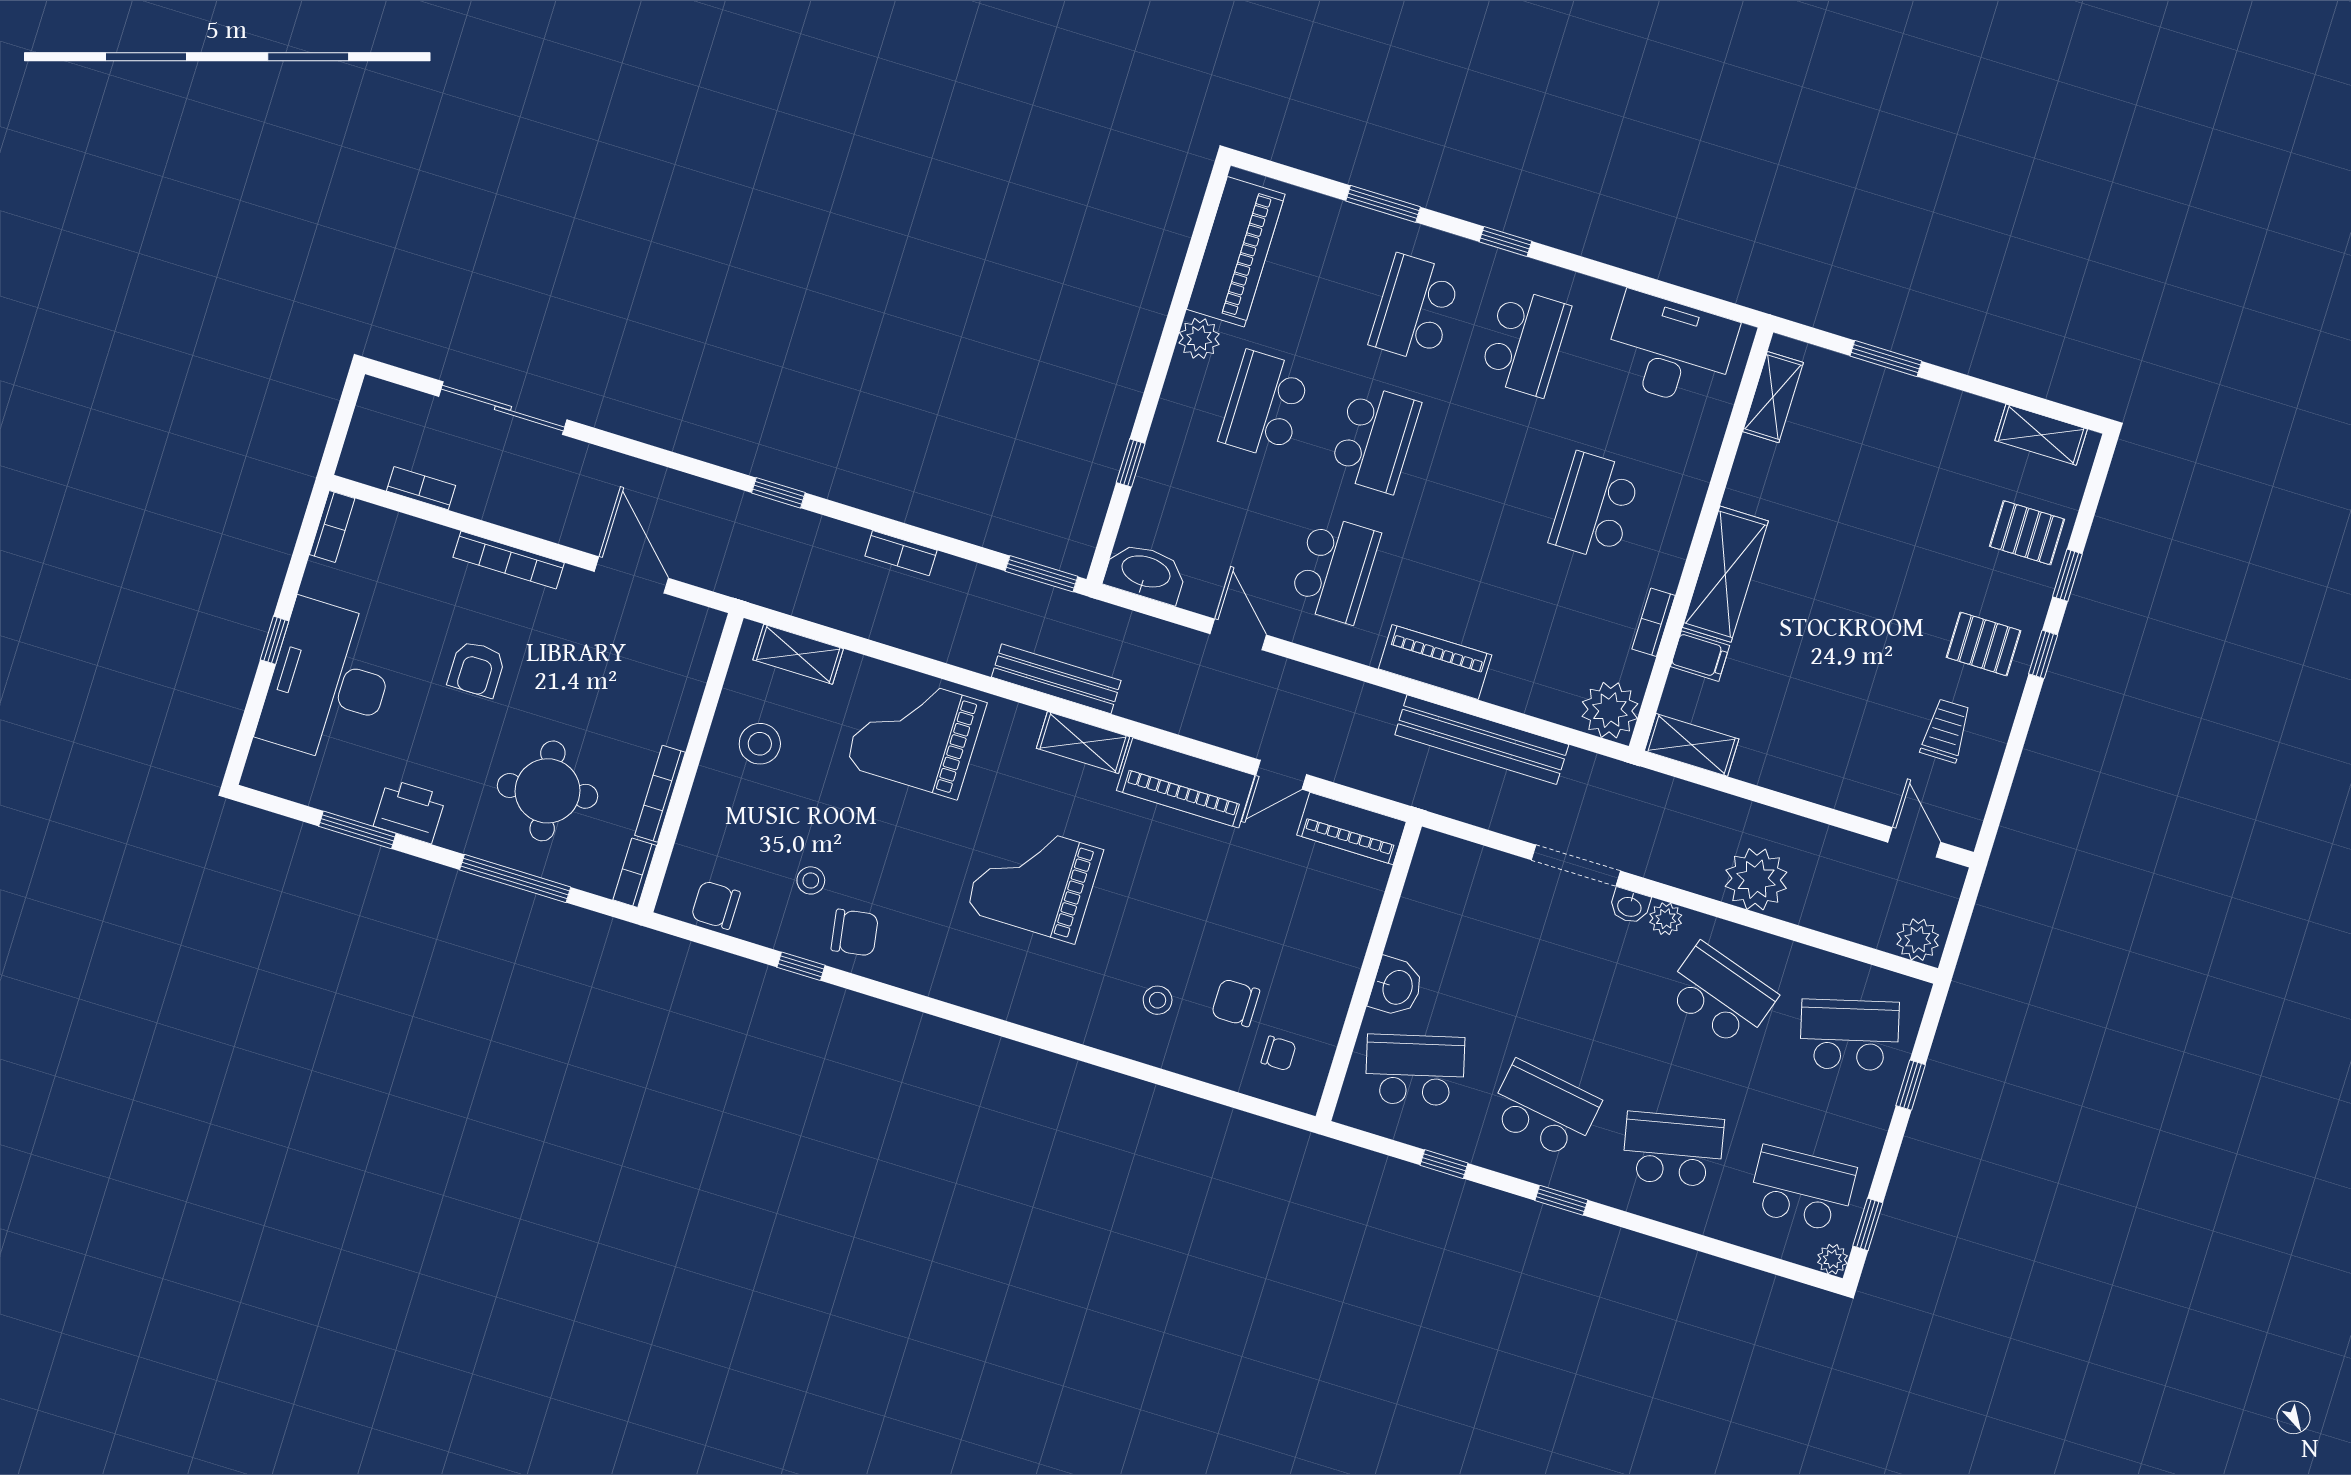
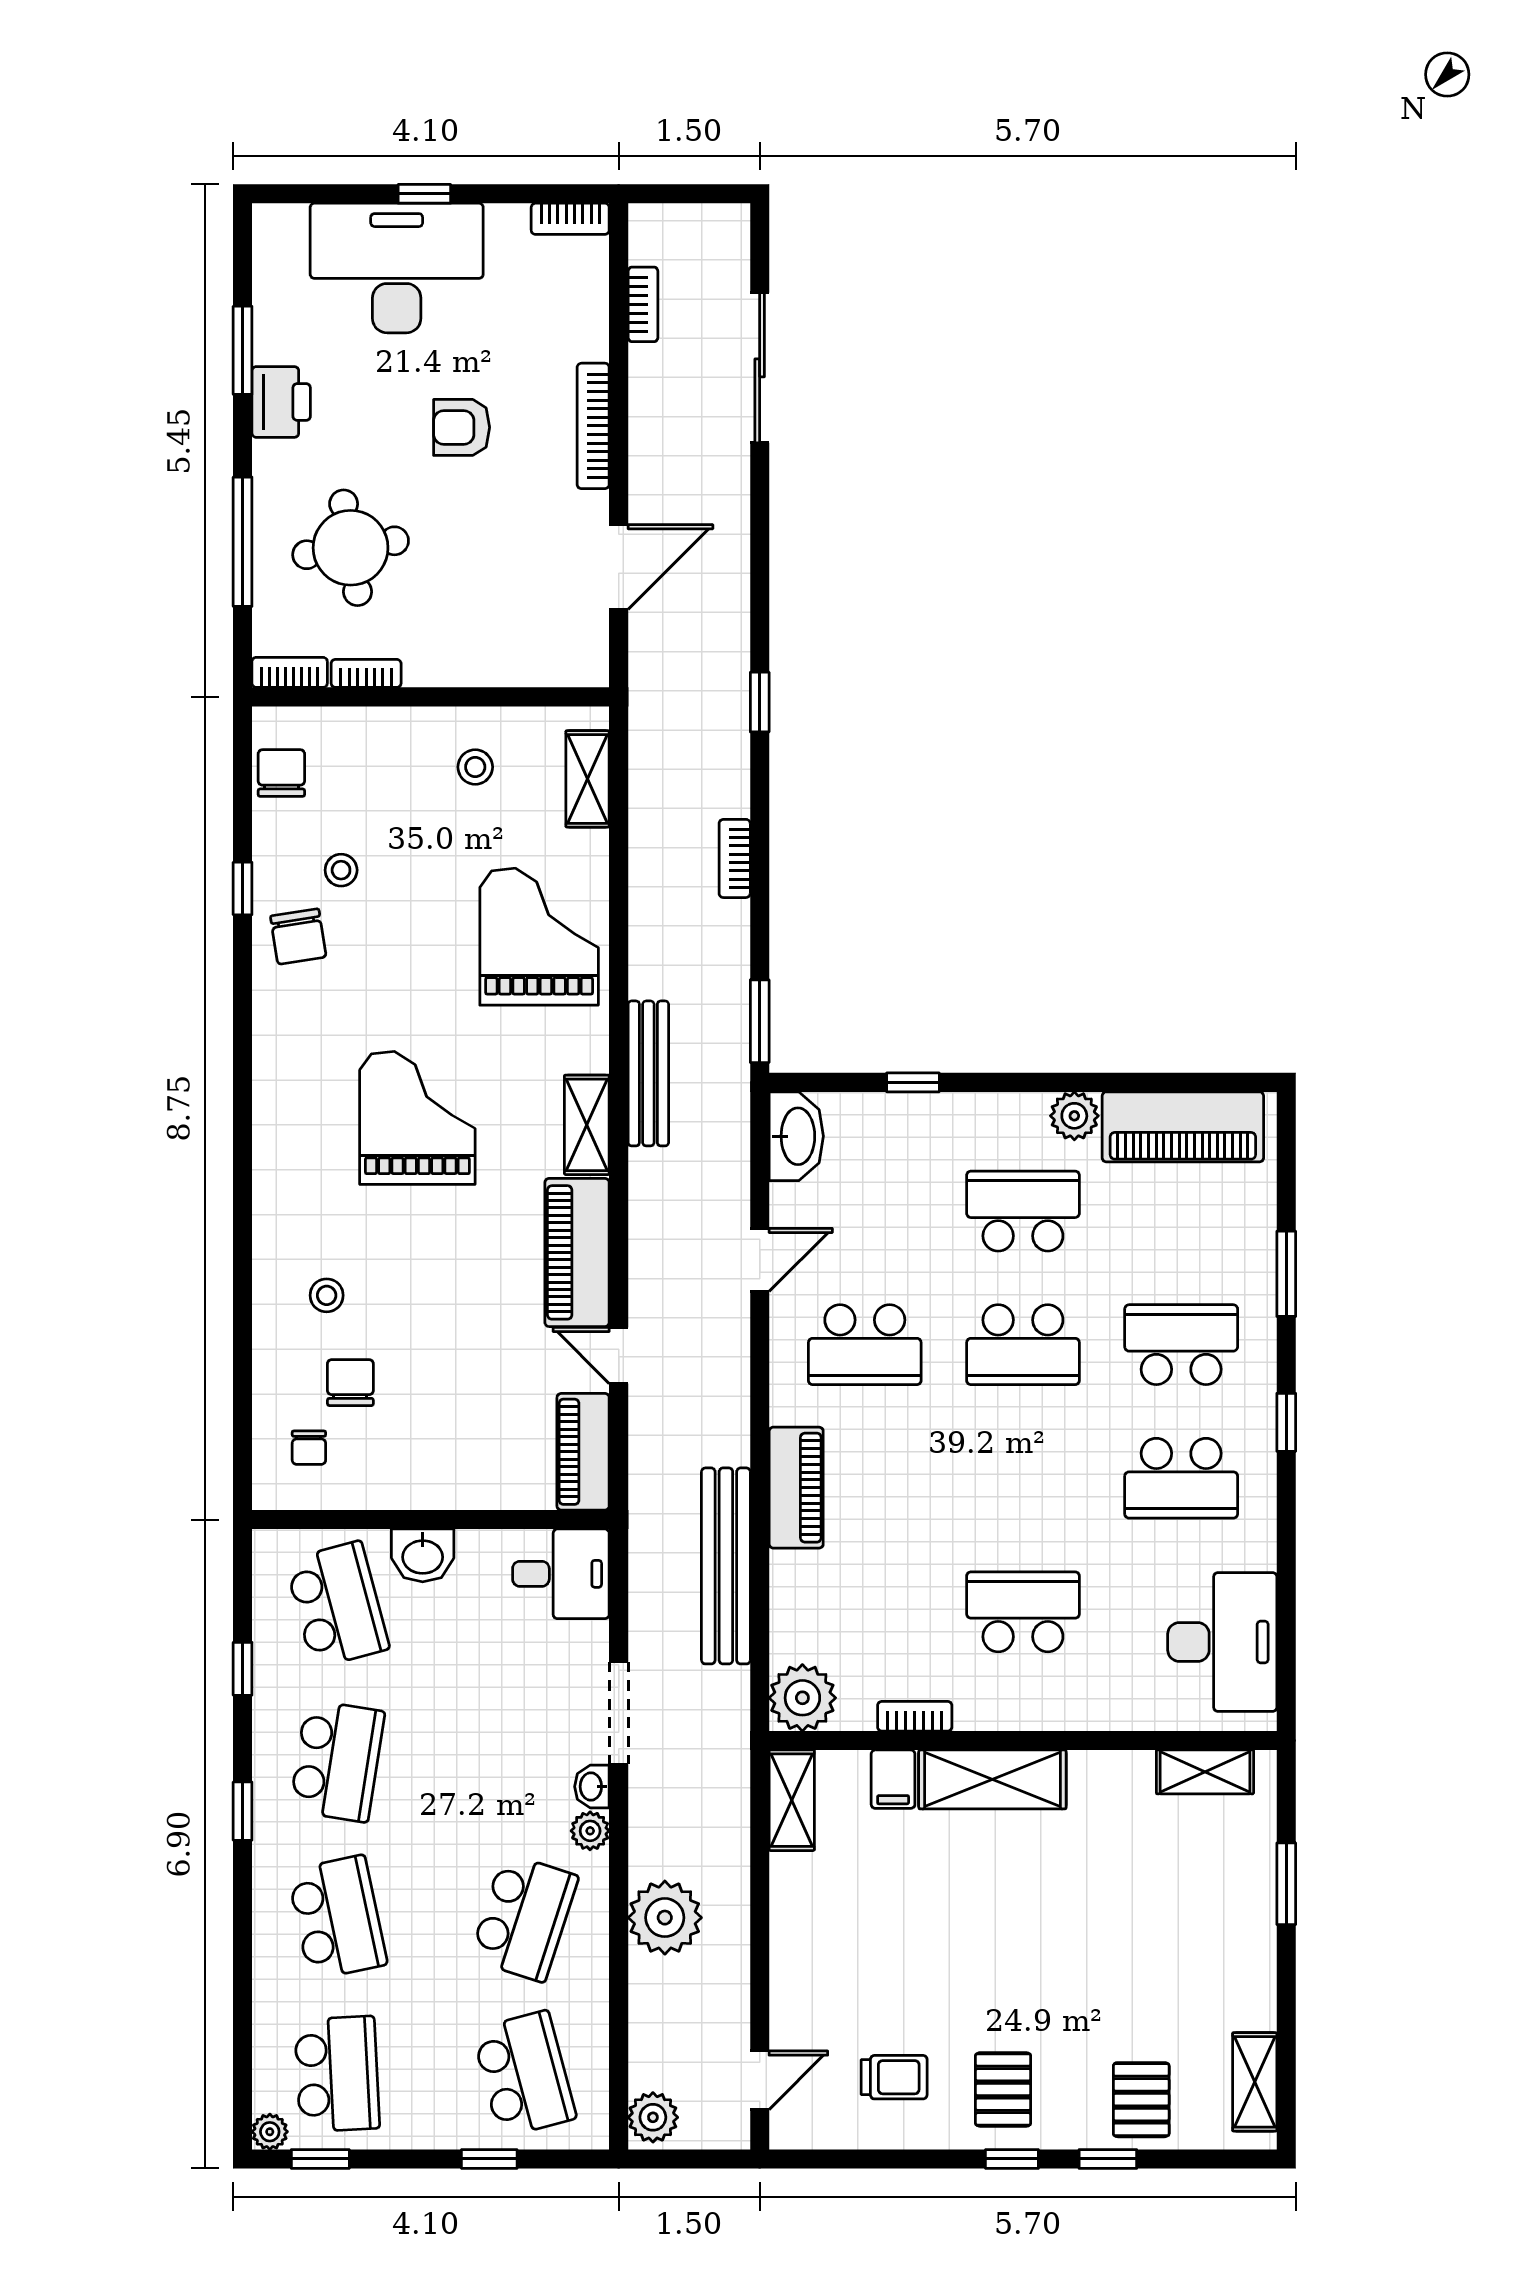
stool: (760, 744) -> (475, 767), width x0.73, depth x0.73
bookcase: (660, 794) -> (366, 673), width x0.64
desk: (1446, 878) -> (561, 1574), added

